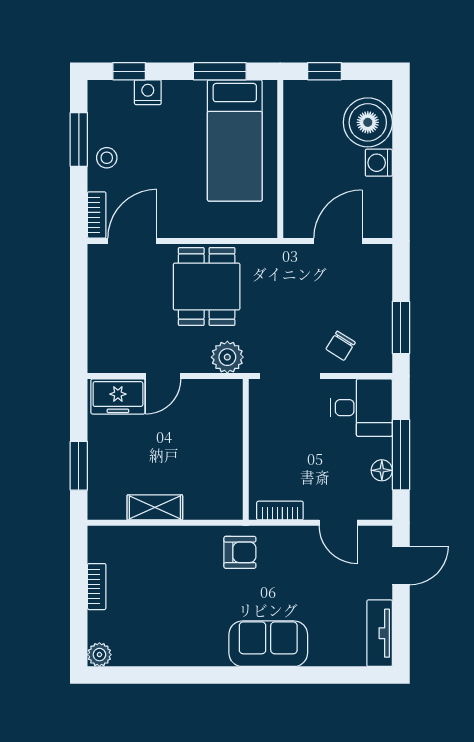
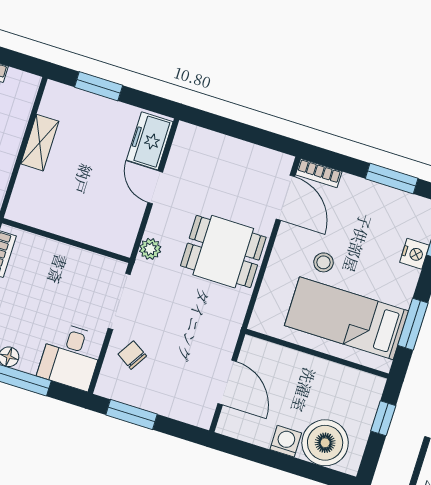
stool: (107, 158) -> (324, 262), moved
plant: (227, 357) -> (150, 249), width x0.73, depth x0.73

